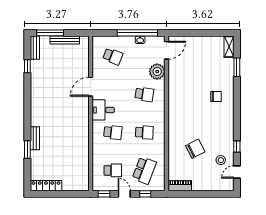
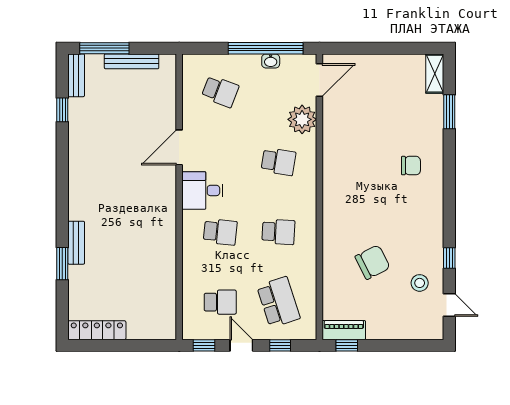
school desk: (144, 170) -> (278, 302), turned -39
door: (237, 172) -> (449, 305), swing flipped
window: (181, 194) -> (347, 345), added

